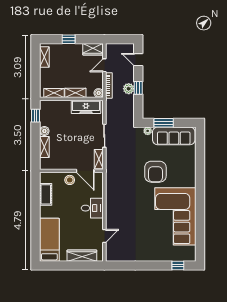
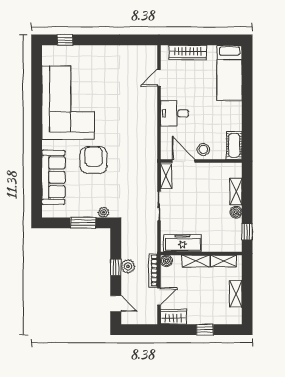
shelving: (44, 57) -> (236, 294), moved
sofa: (174, 136) -> (53, 177), moved, turned 90
cot: (46, 194) -> (234, 145), moved

